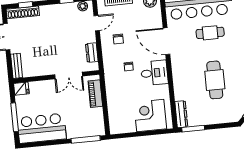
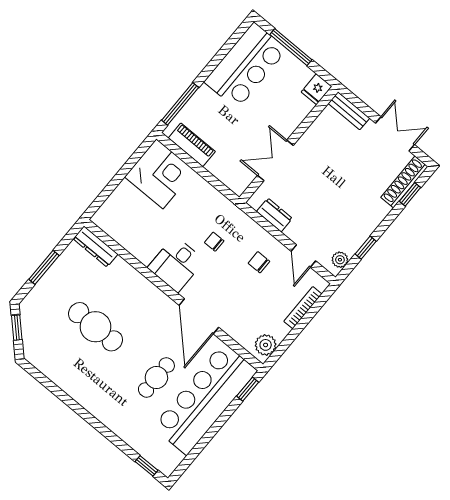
door: (166, 41) -> (199, 316), swing flipped
piano: (95, 94) -> (192, 145), moved
corner desk: (150, 116) -> (160, 174), moved
window: (193, 129) -> (44, 267), moved

